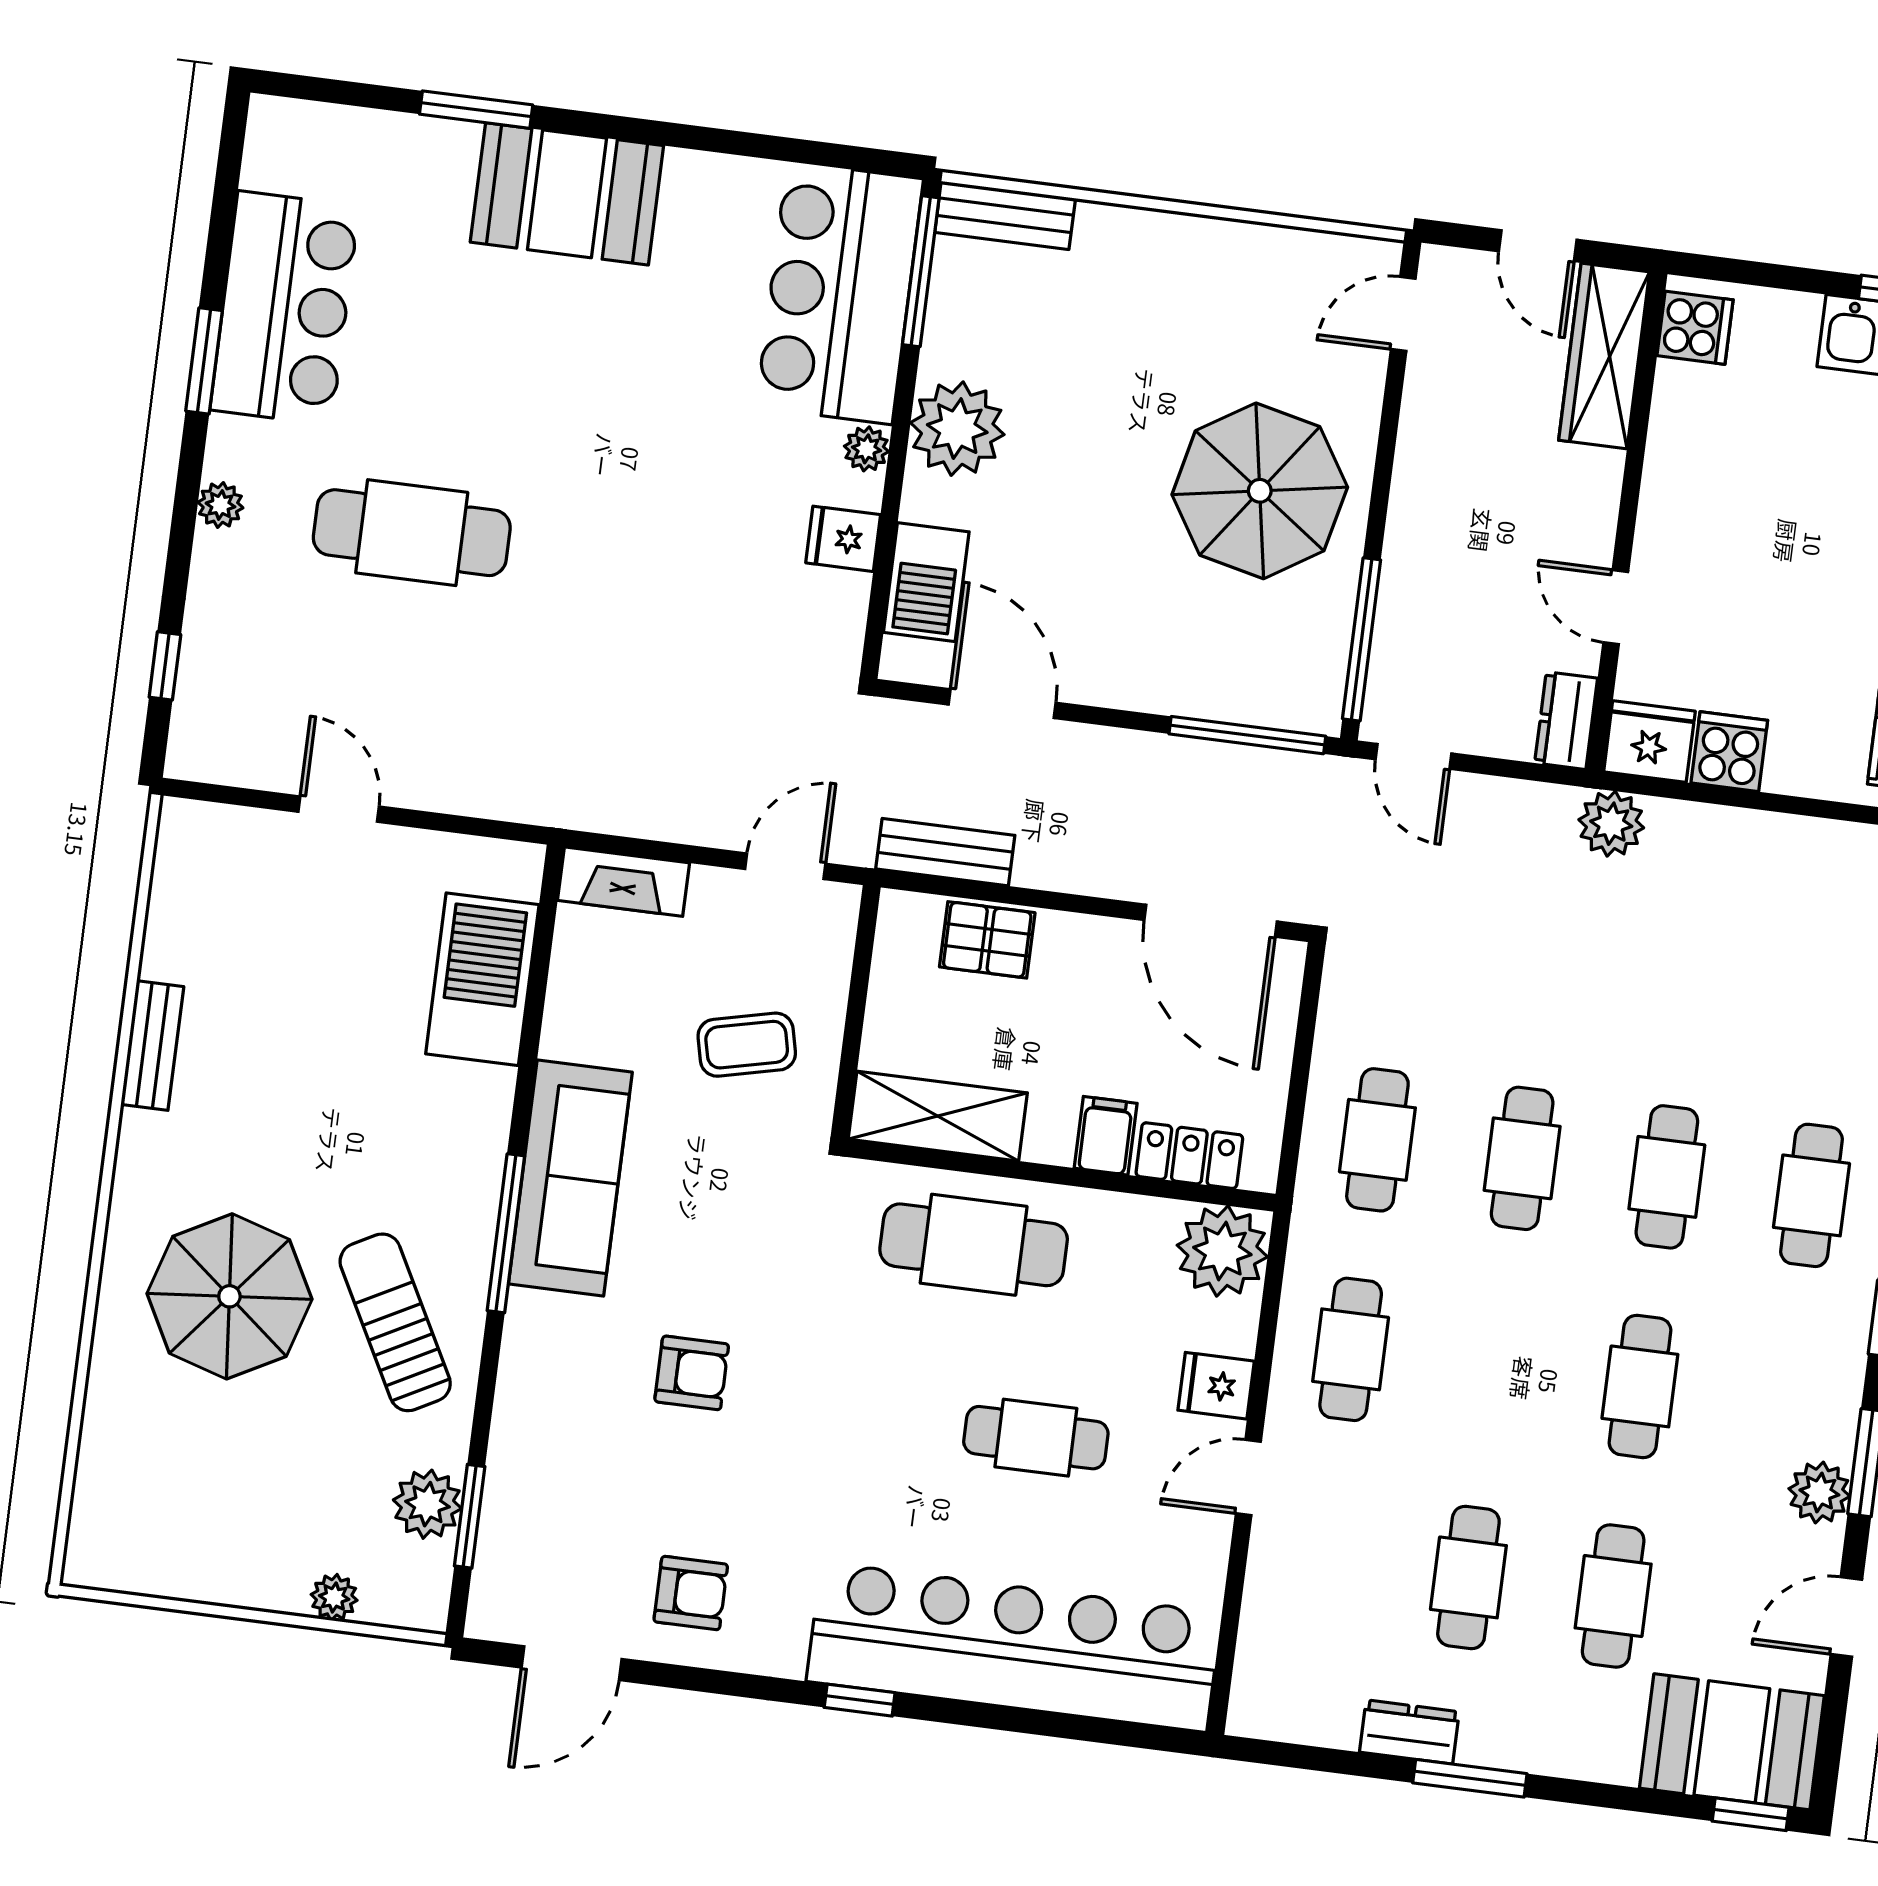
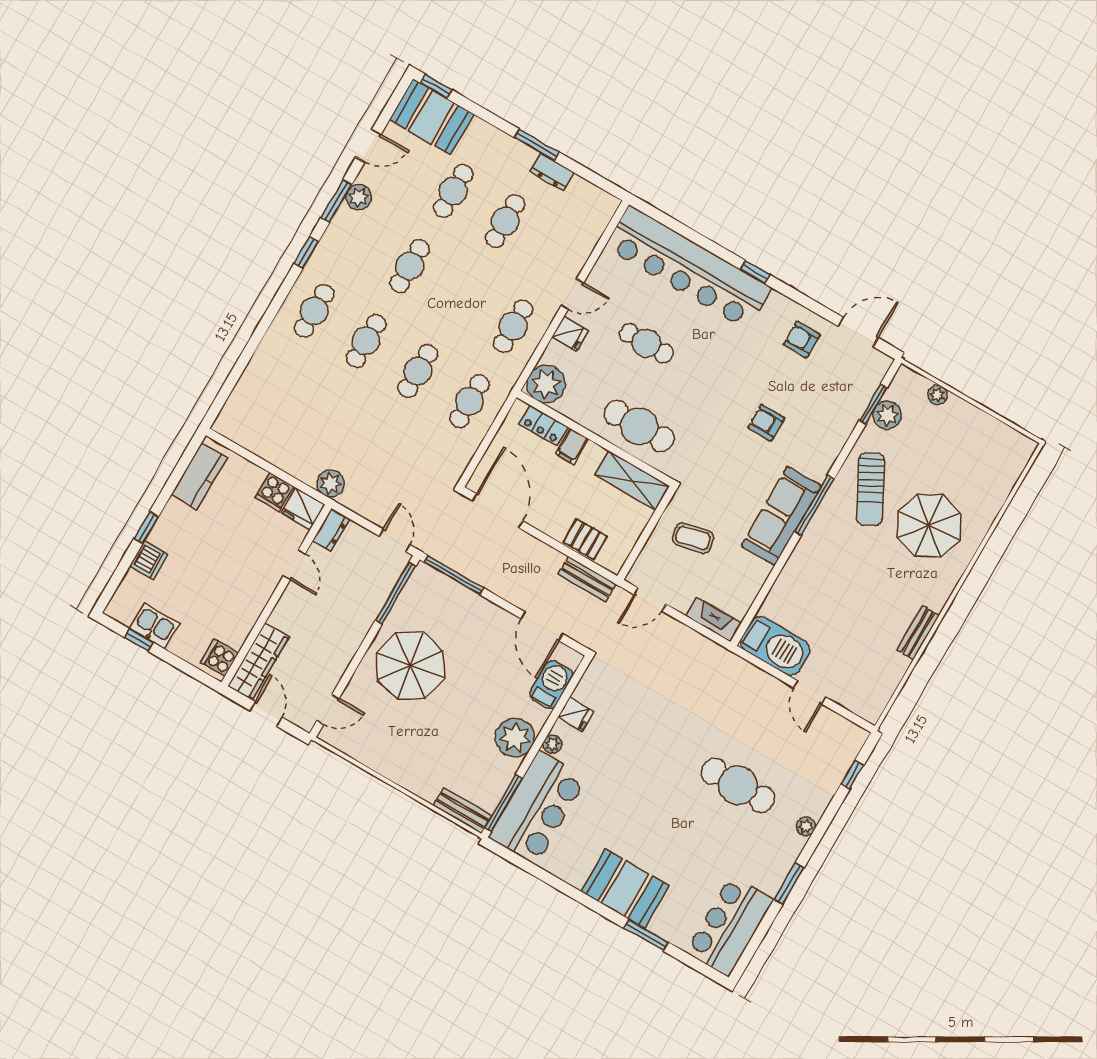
bar counter: (285, 308) -> (730, 926), moved
barbecue: (482, 979) -> (775, 646), moved, turned -90

